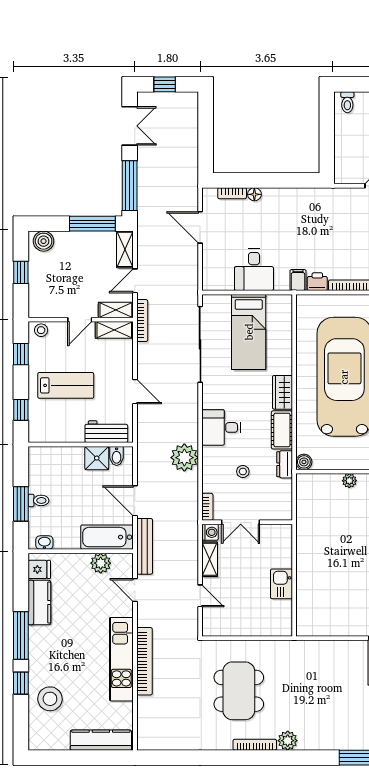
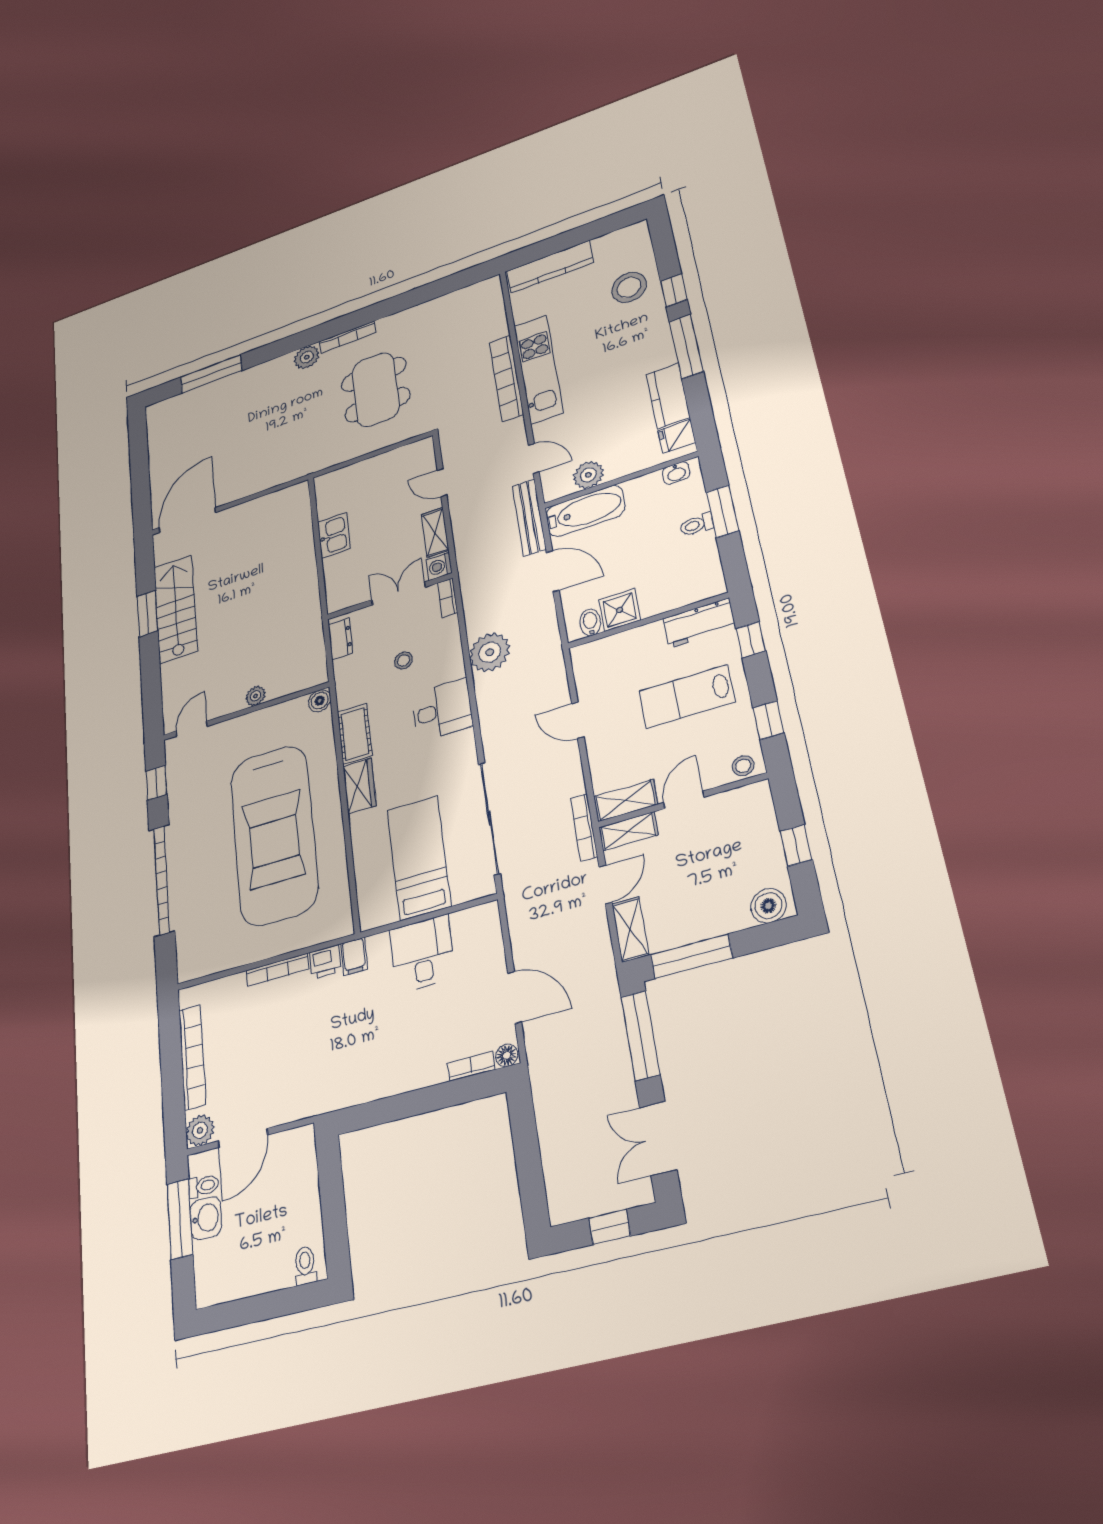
floor lamp: (254, 194) -> (507, 1055), moved
workbench: (106, 432) -> (699, 623), moved
dresser: (285, 464) -> (341, 639), moved

